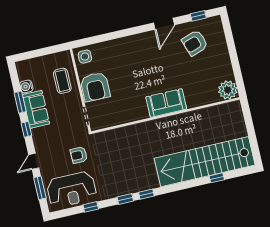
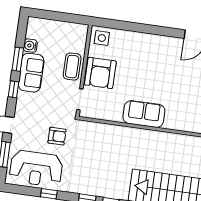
coffee table: (62, 81) -> (72, 67), moved
sofa: (166, 103) -> (144, 114), moved
armchair: (79, 155) -> (57, 136), turned 180

